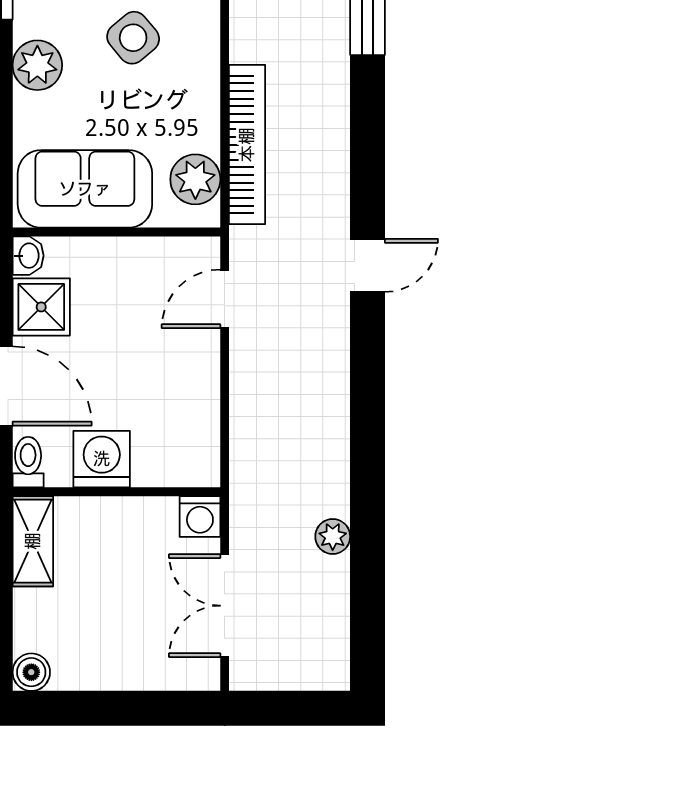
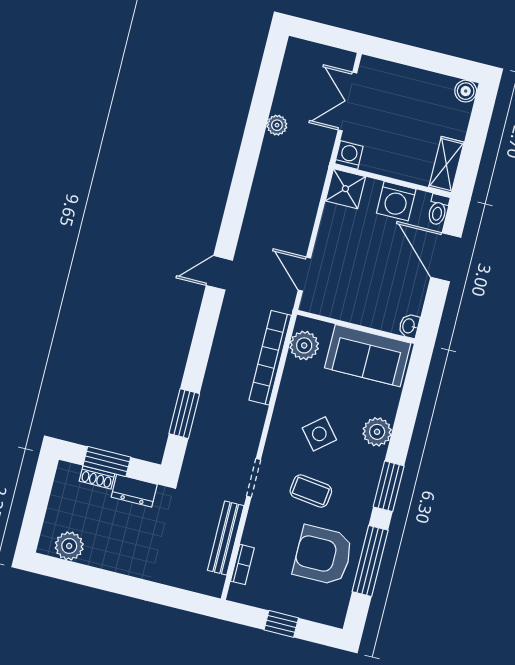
door: (225, 299) -> (304, 274), swing flipped
shower: (41, 307) -> (345, 189), moved
double door: (225, 606) -> (347, 101), swing flipped

